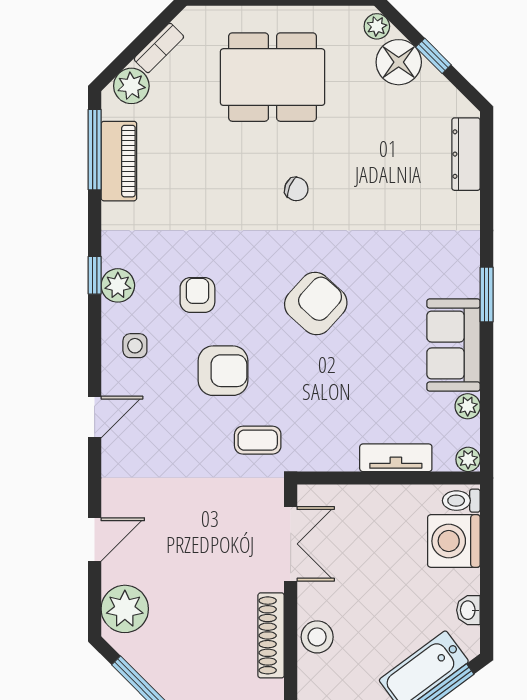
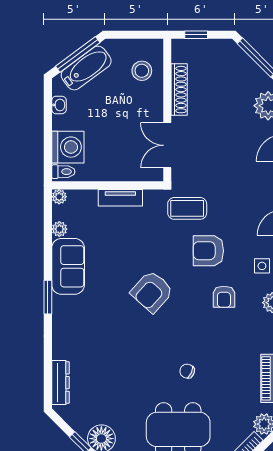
chair: (296, 189) -> (187, 371), moved
coffee table: (258, 440) -> (187, 208), width x1.36, depth x1.30
tv unit: (396, 458) -> (120, 198), moved
stool: (317, 637) -> (142, 71), moved

